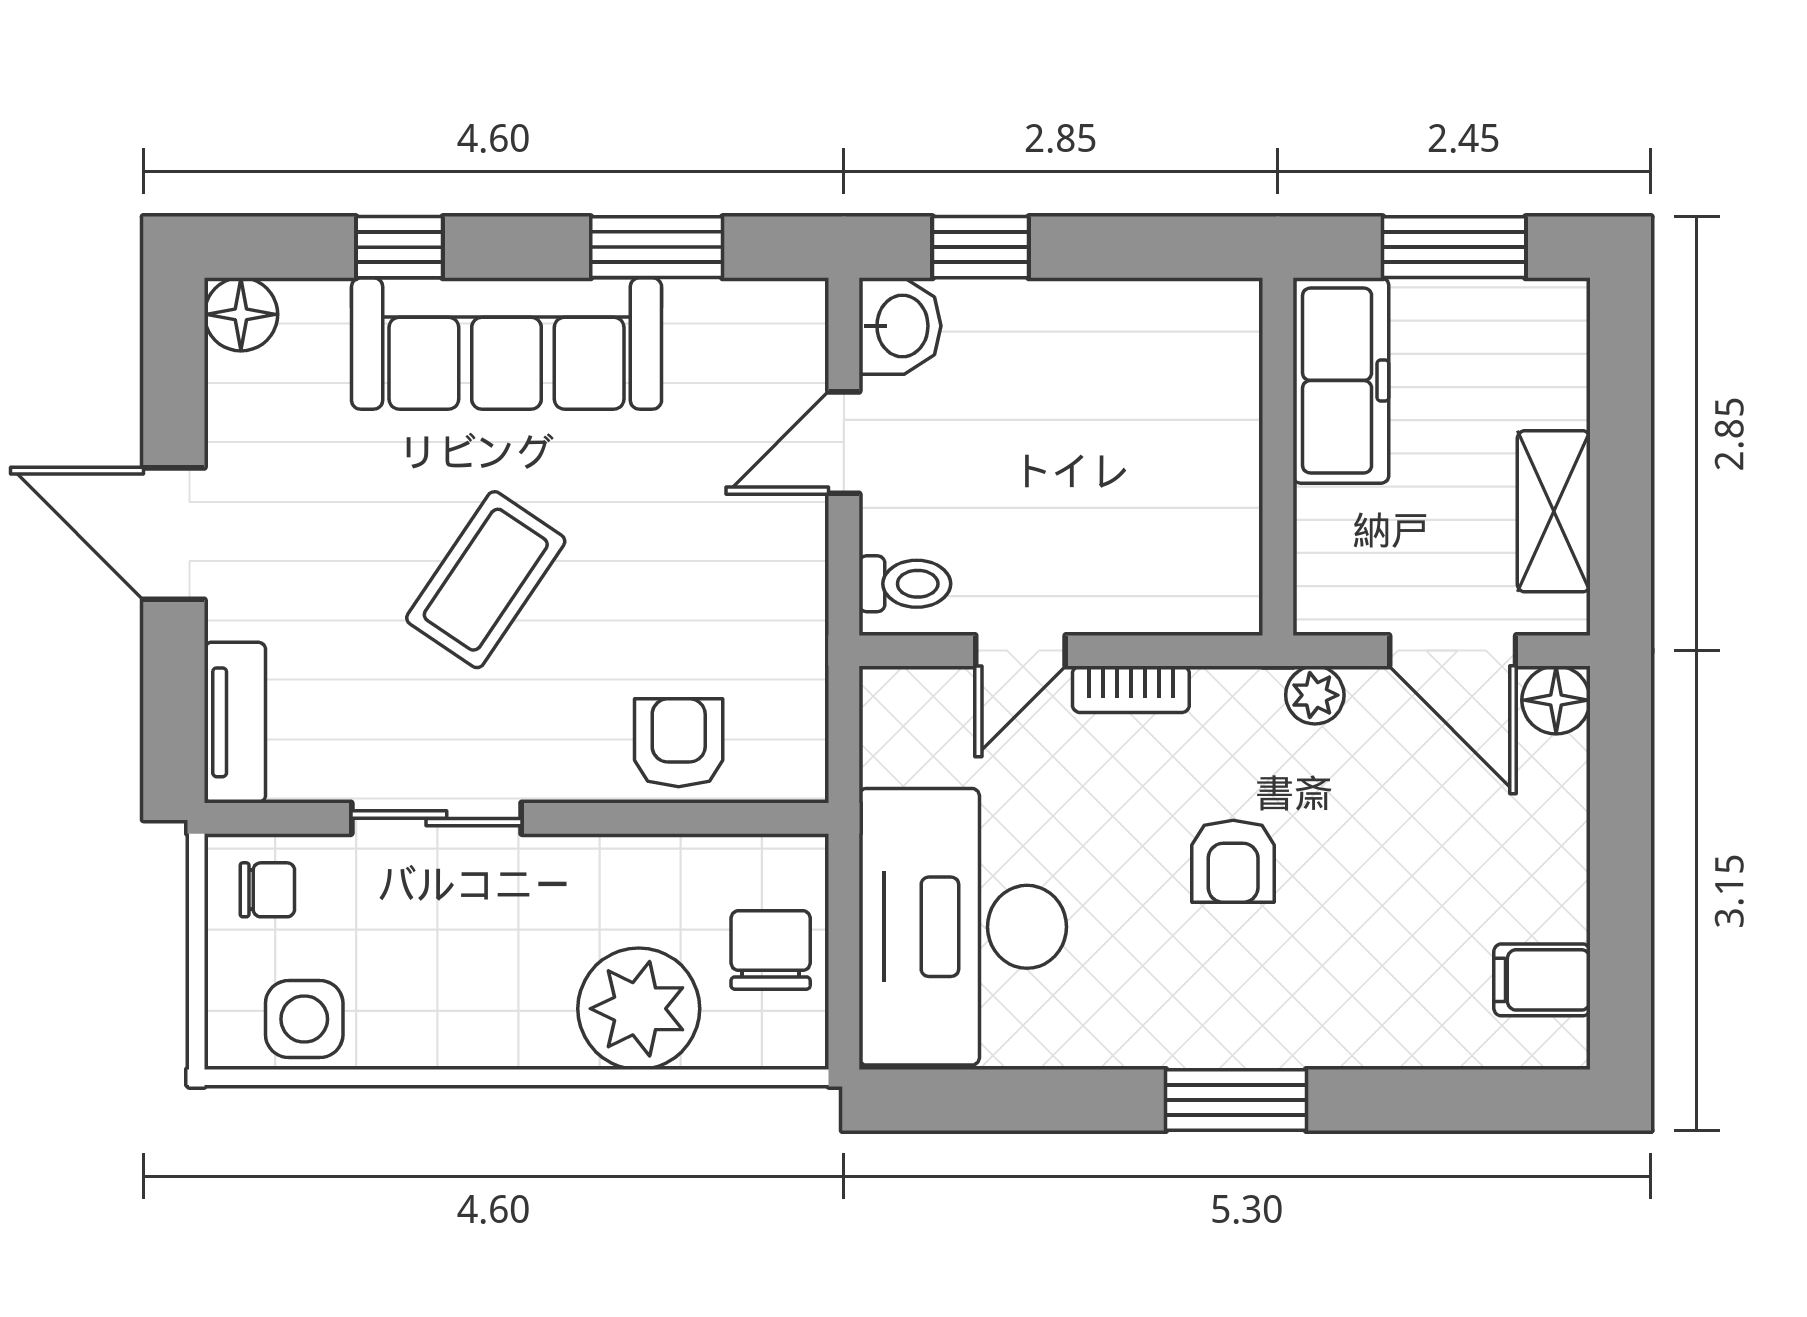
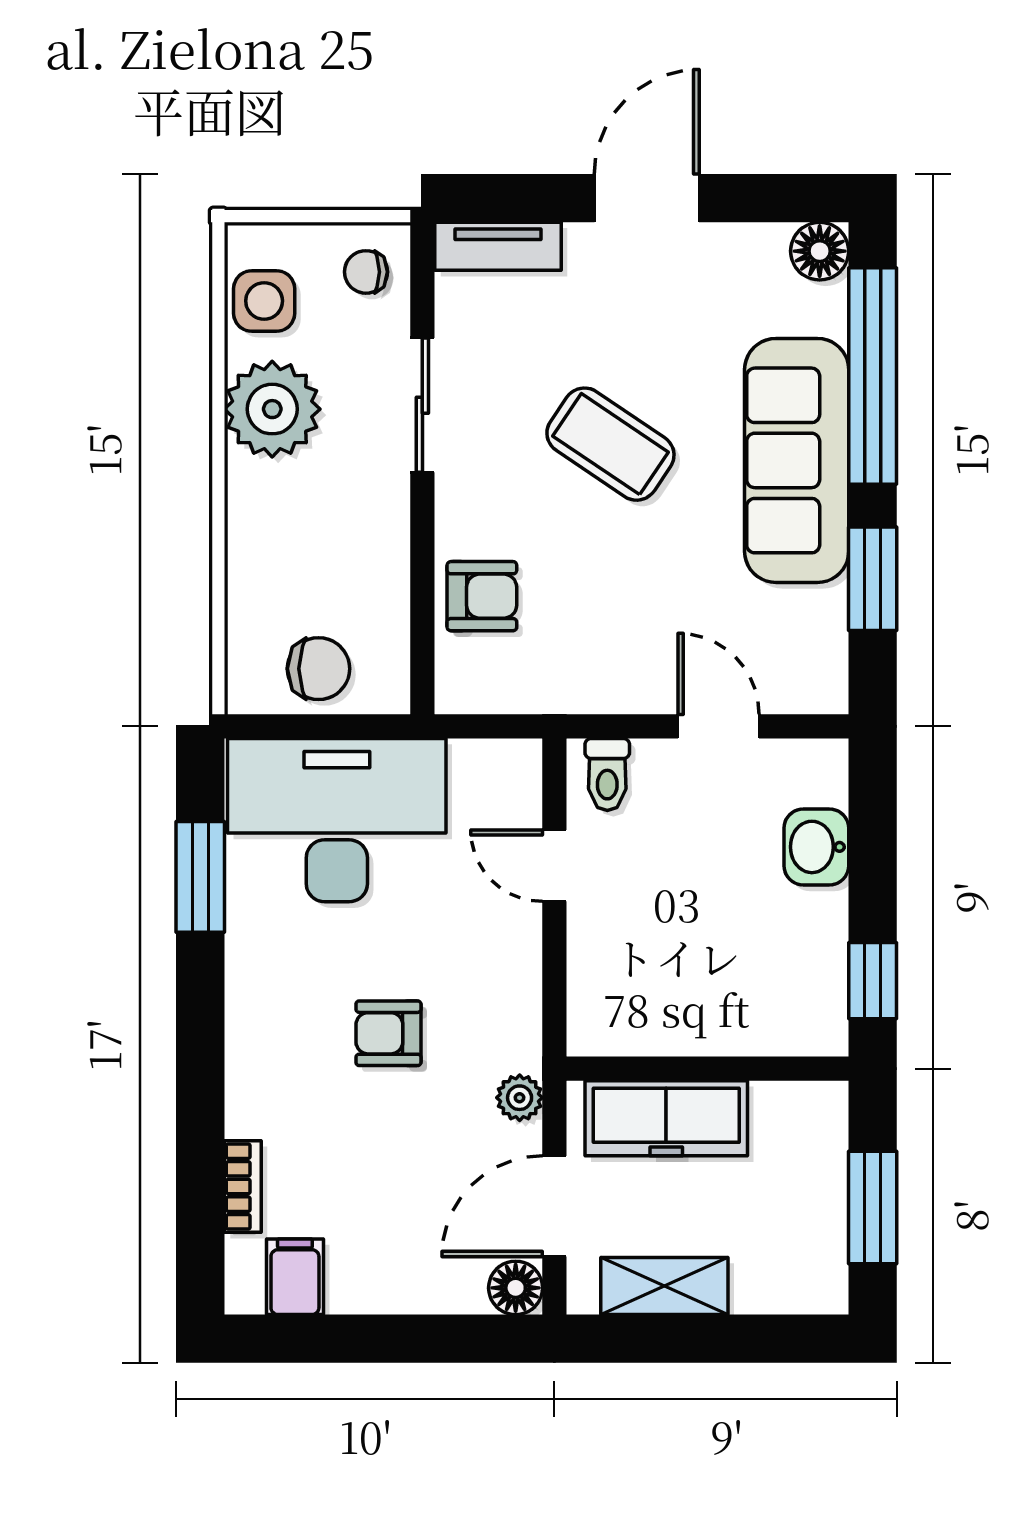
window: (399, 247) -> (873, 376), width x3.17
window: (981, 247) -> (873, 981), moved
washbasin: (900, 326) -> (816, 847), moved, turned 90
freezer: (1341, 380) -> (666, 1118), moved
bookcase: (1131, 689) -> (243, 1186), moved, turned 180
chair: (267, 890) -> (366, 272), turned 90
plant: (639, 1009) -> (272, 409), moved
window: (1236, 1100) -> (200, 877), moved

